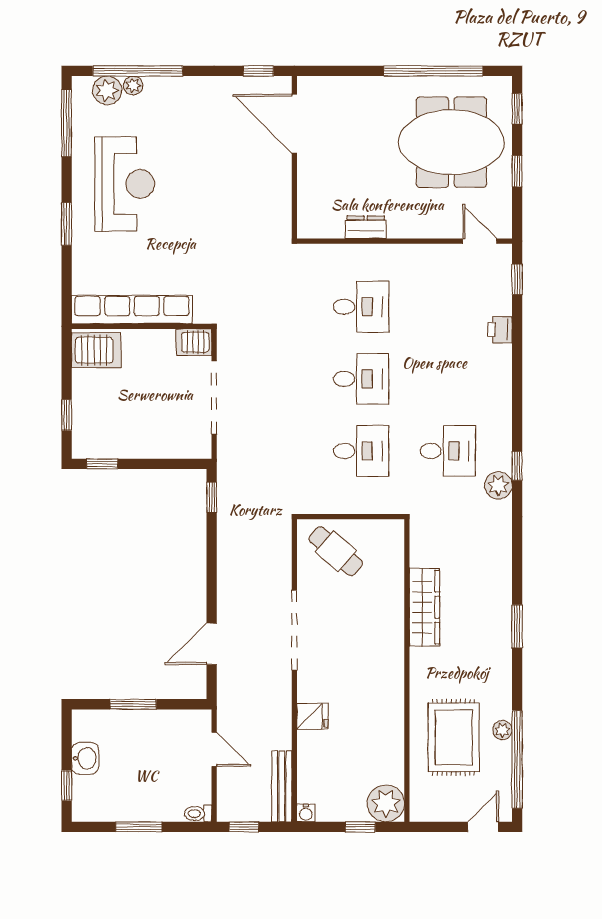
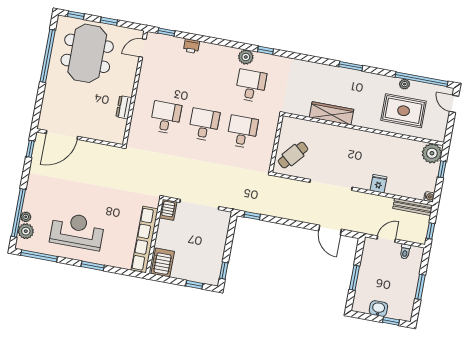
plant: (498, 485) -> (246, 57), moved
toilet: (198, 814) -> (405, 251), moved

